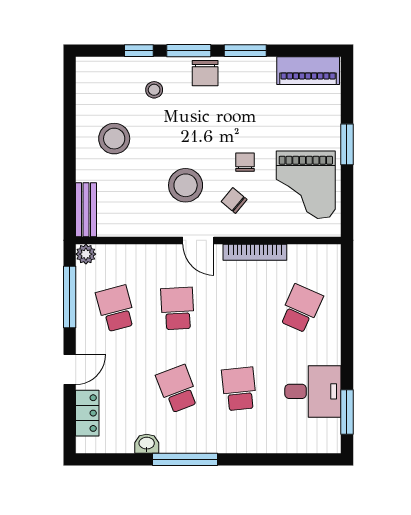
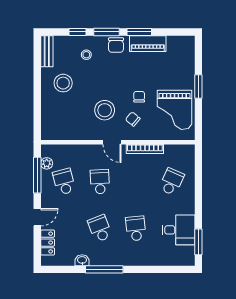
piano: (308, 71) -> (148, 44), moved
bench: (86, 210) -> (47, 51), moved
plant: (86, 254) -> (47, 163), moved

